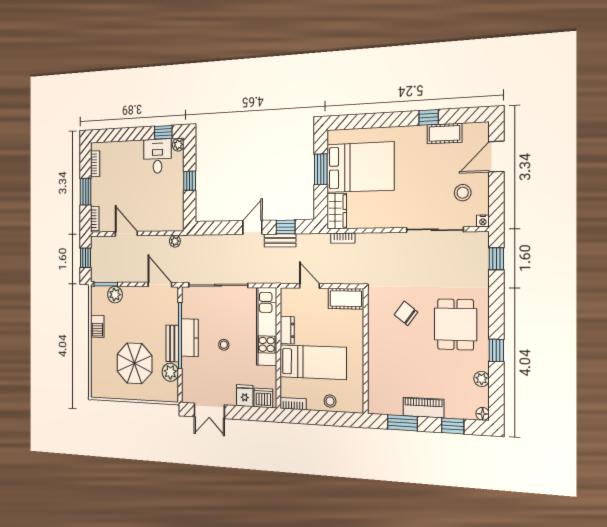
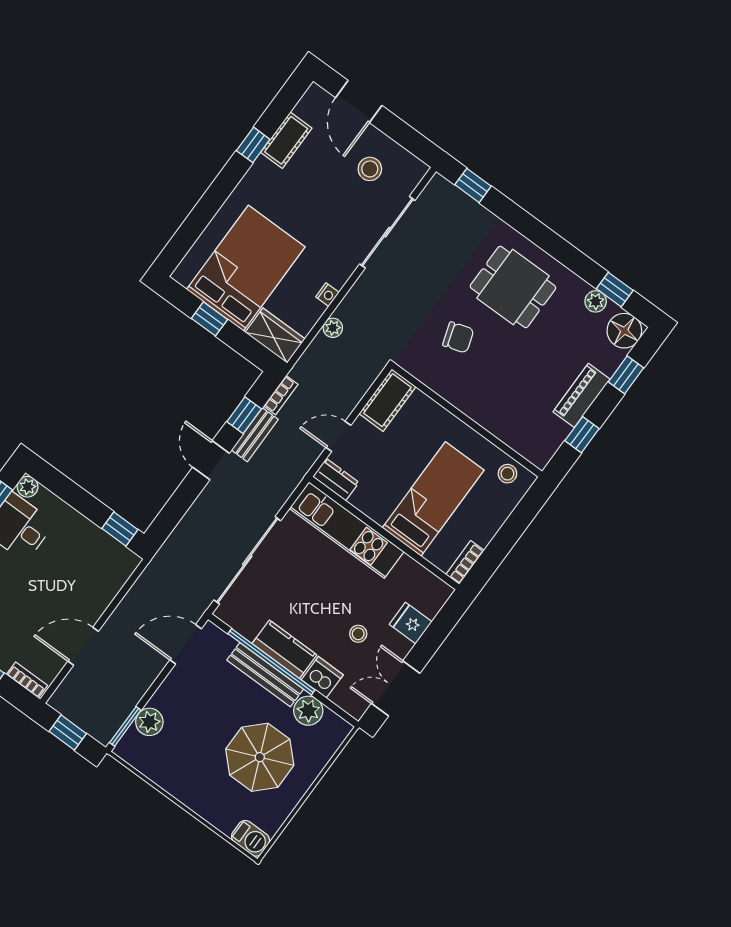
window: (321, 169) -> (209, 319), width x0.67
window: (190, 181) -> (120, 529), moved
nightstand: (483, 221) -> (327, 295), moved
bookcase: (343, 238) -> (281, 395), moved
plant: (175, 241) -> (333, 328), moved
chair: (406, 313) -> (458, 337), turned -145
barbecue: (97, 326) -> (251, 838), moved
dresser: (287, 330) -> (336, 480), moved
bench: (172, 343) -> (265, 675), width x1.36
stool: (224, 345) -> (358, 634), moved
window: (496, 350) -> (615, 290), moved
dishwasher: (263, 398) -> (322, 677), moved, turned 90
stool: (330, 401) -> (507, 474), moved
double door: (209, 411) -> (396, 688), swing flipped
floor lamp: (483, 414) -> (624, 331), width x1.89, depth x1.89
window: (402, 423) -> (582, 435), width x0.67

